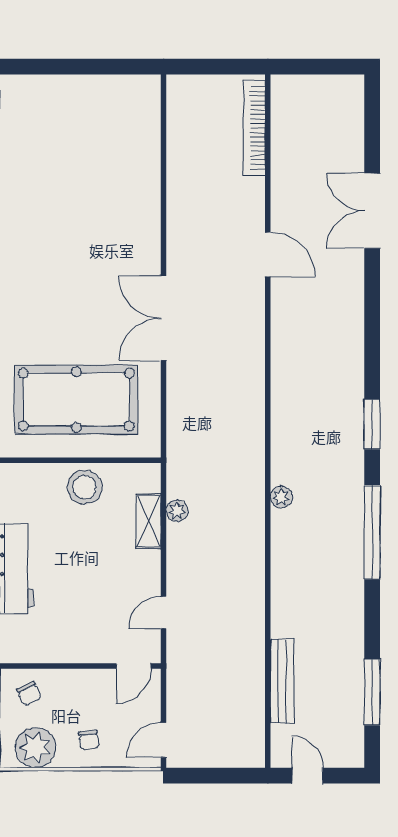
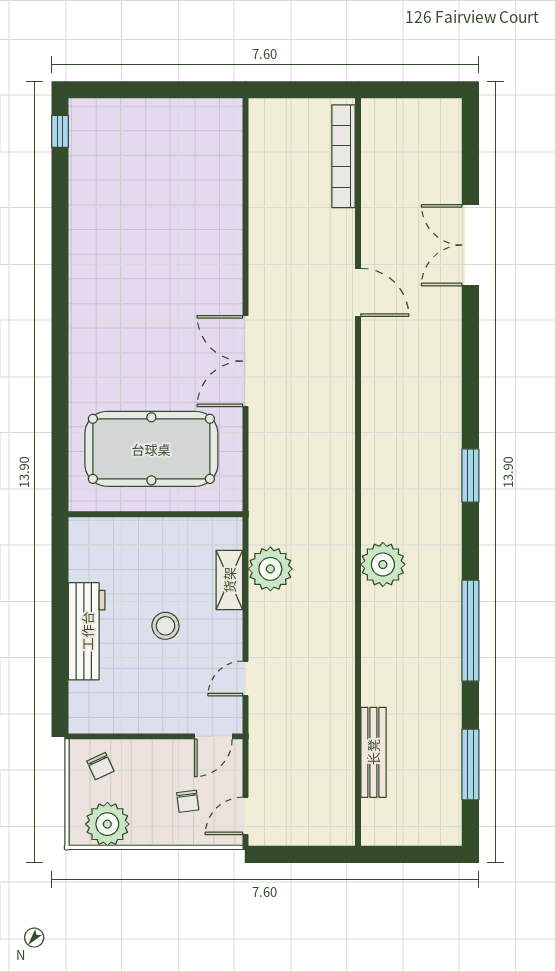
stool: (85, 487) -> (166, 626), moved, width x0.73, depth x0.73
plant: (281, 497) -> (383, 564), width x1.87, depth x1.87
plant: (177, 511) -> (270, 569), width x1.87, depth x1.87
window: (372, 532) -> (470, 631), moved
chair: (89, 740) -> (188, 801), moved
door: (308, 776) -> (401, 854), removed

